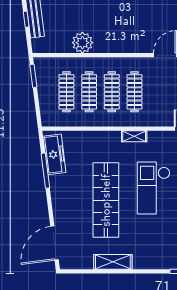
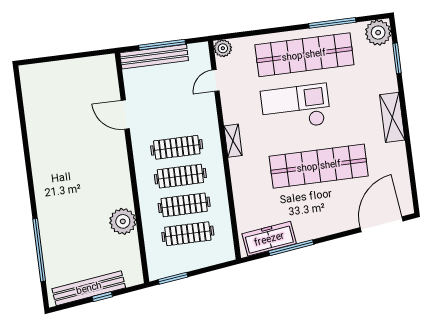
checkout: (154, 188) -> (296, 107), turned 180
door: (54, 243) -> (382, 224), swing flipped
shelving: (113, 262) -> (392, 117), moved

